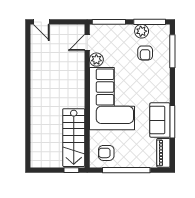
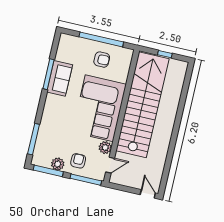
armchair: (145, 53) -> (78, 161), moved
stairs: (74, 138) -> (142, 105), width x1.86, depth x1.51
armchair: (106, 153) -> (102, 60), moved
piano: (163, 153) -> (63, 47), removed
window: (71, 170) -> (165, 54), moved

